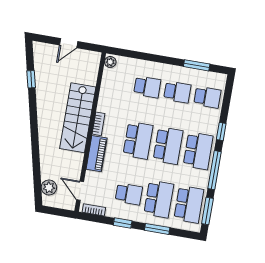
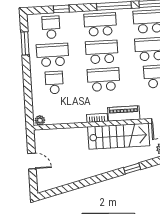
window: (31, 79) -> (132, 169), moved
school desk: (177, 92) -> (53, 55), width x1.85
stairs: (78, 118) -> (119, 136), moved
window: (221, 132) -> (61, 9), moved

